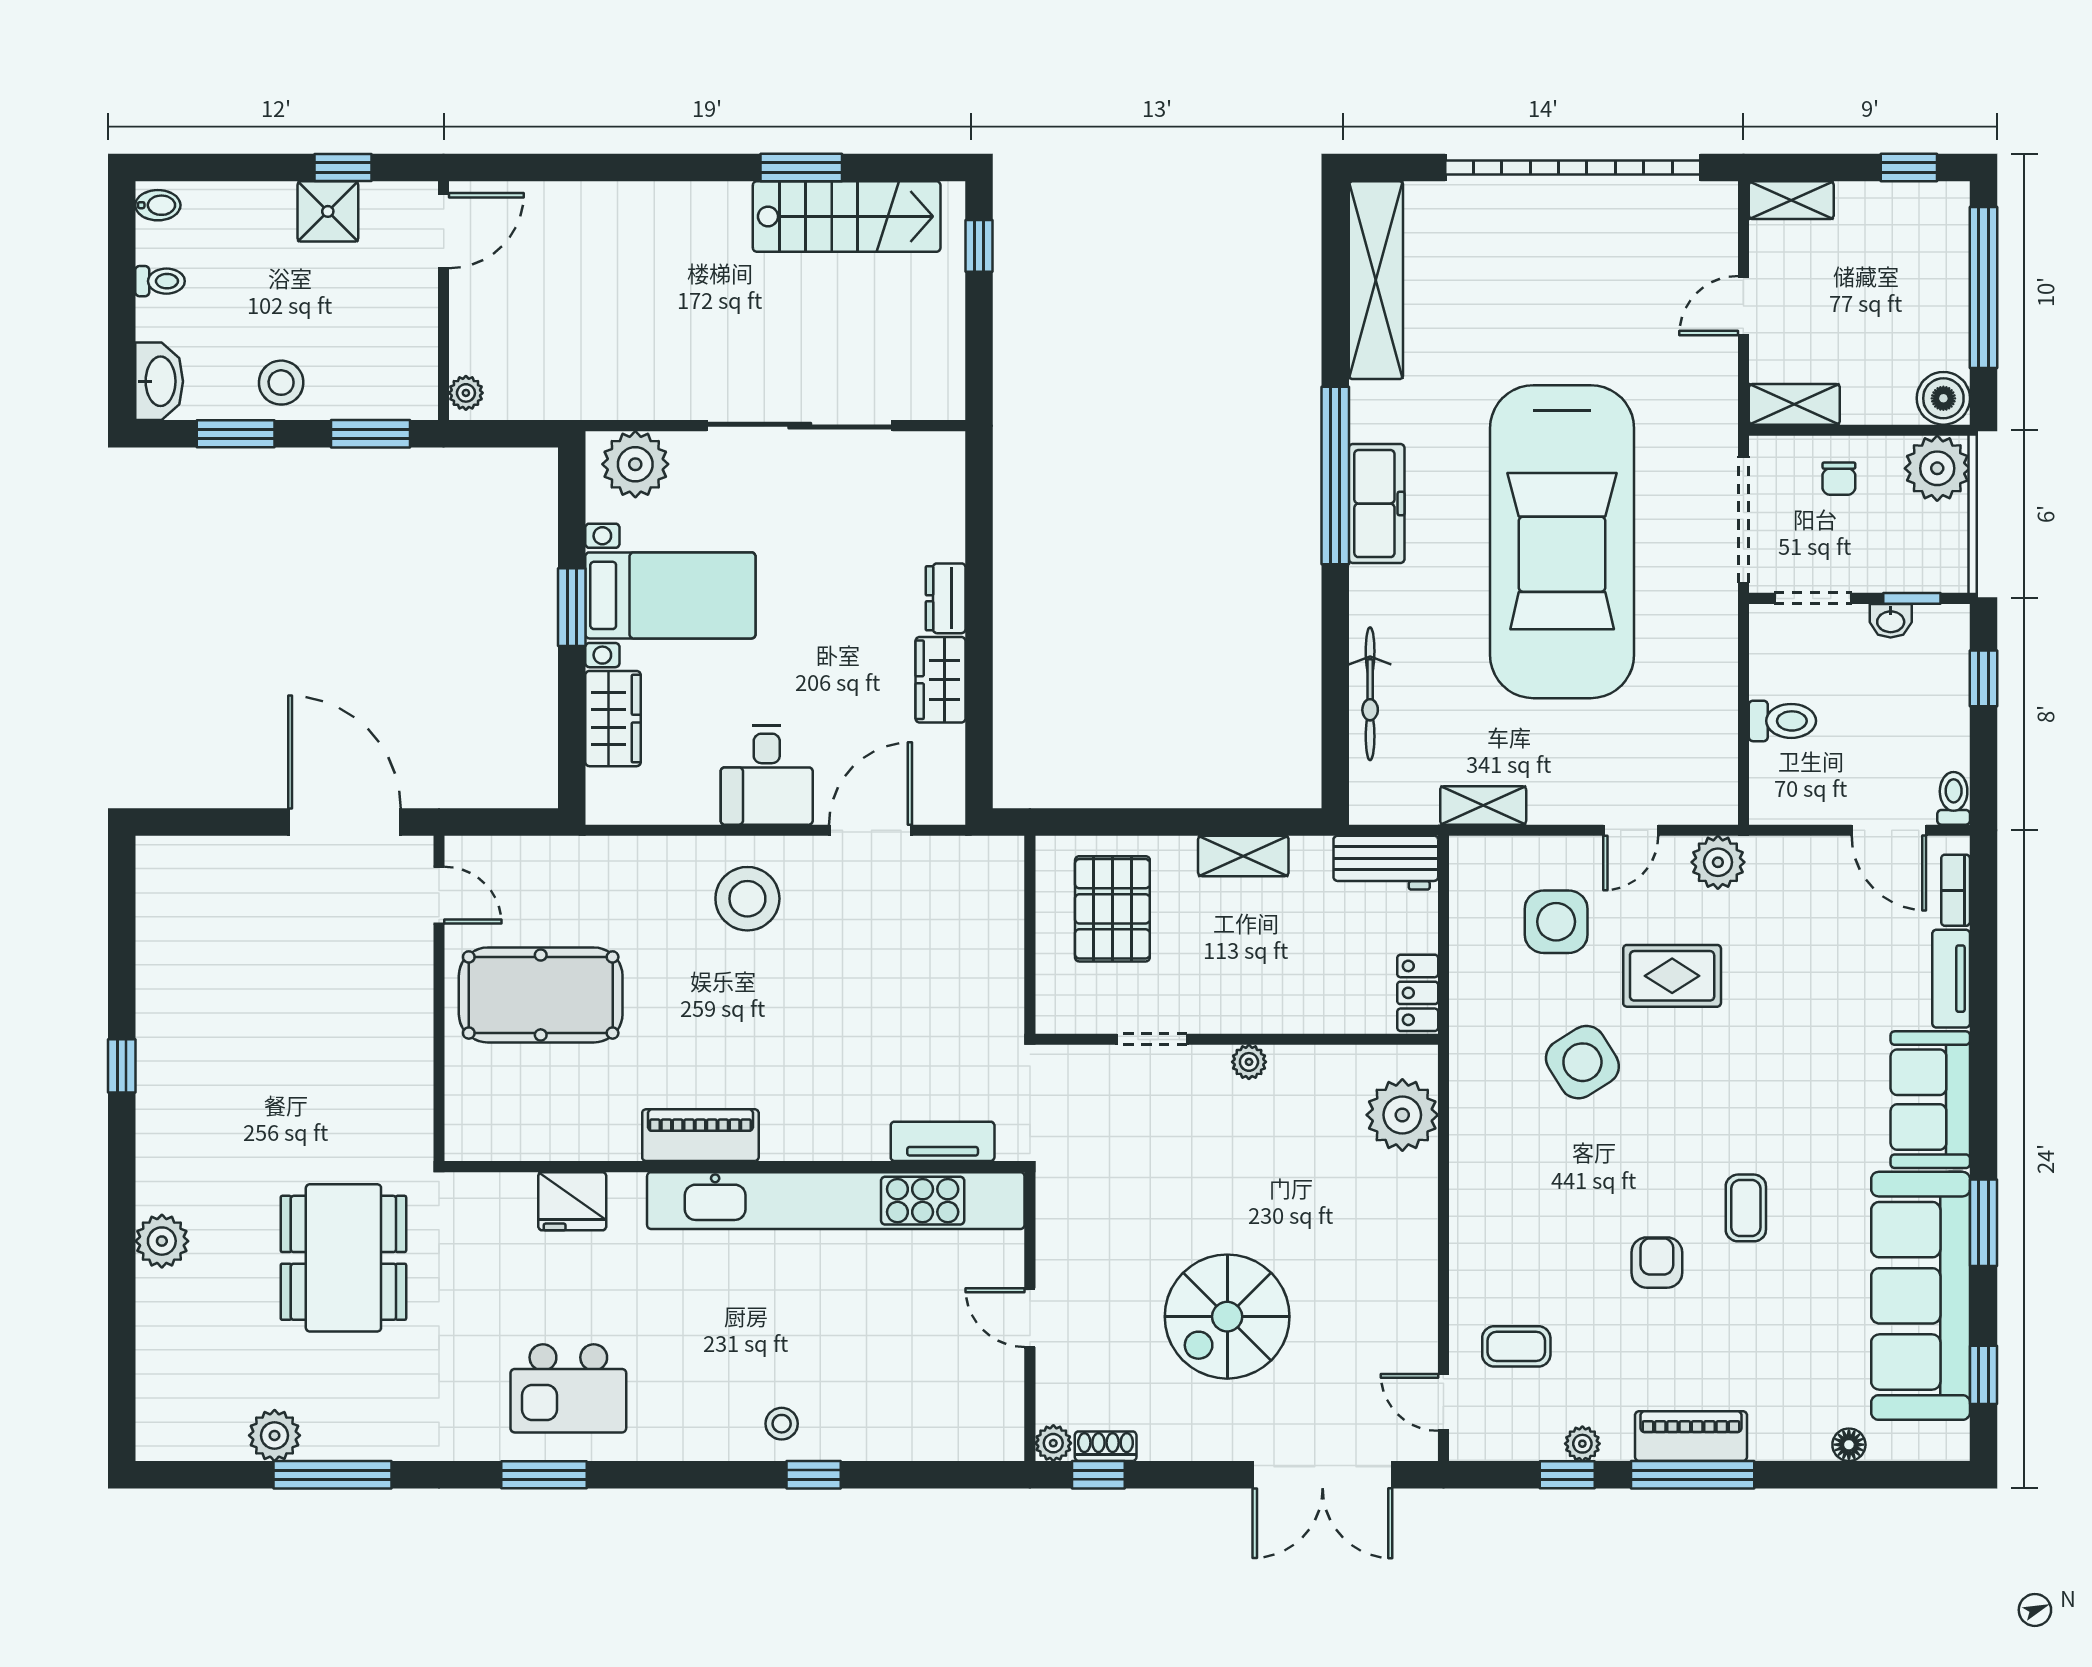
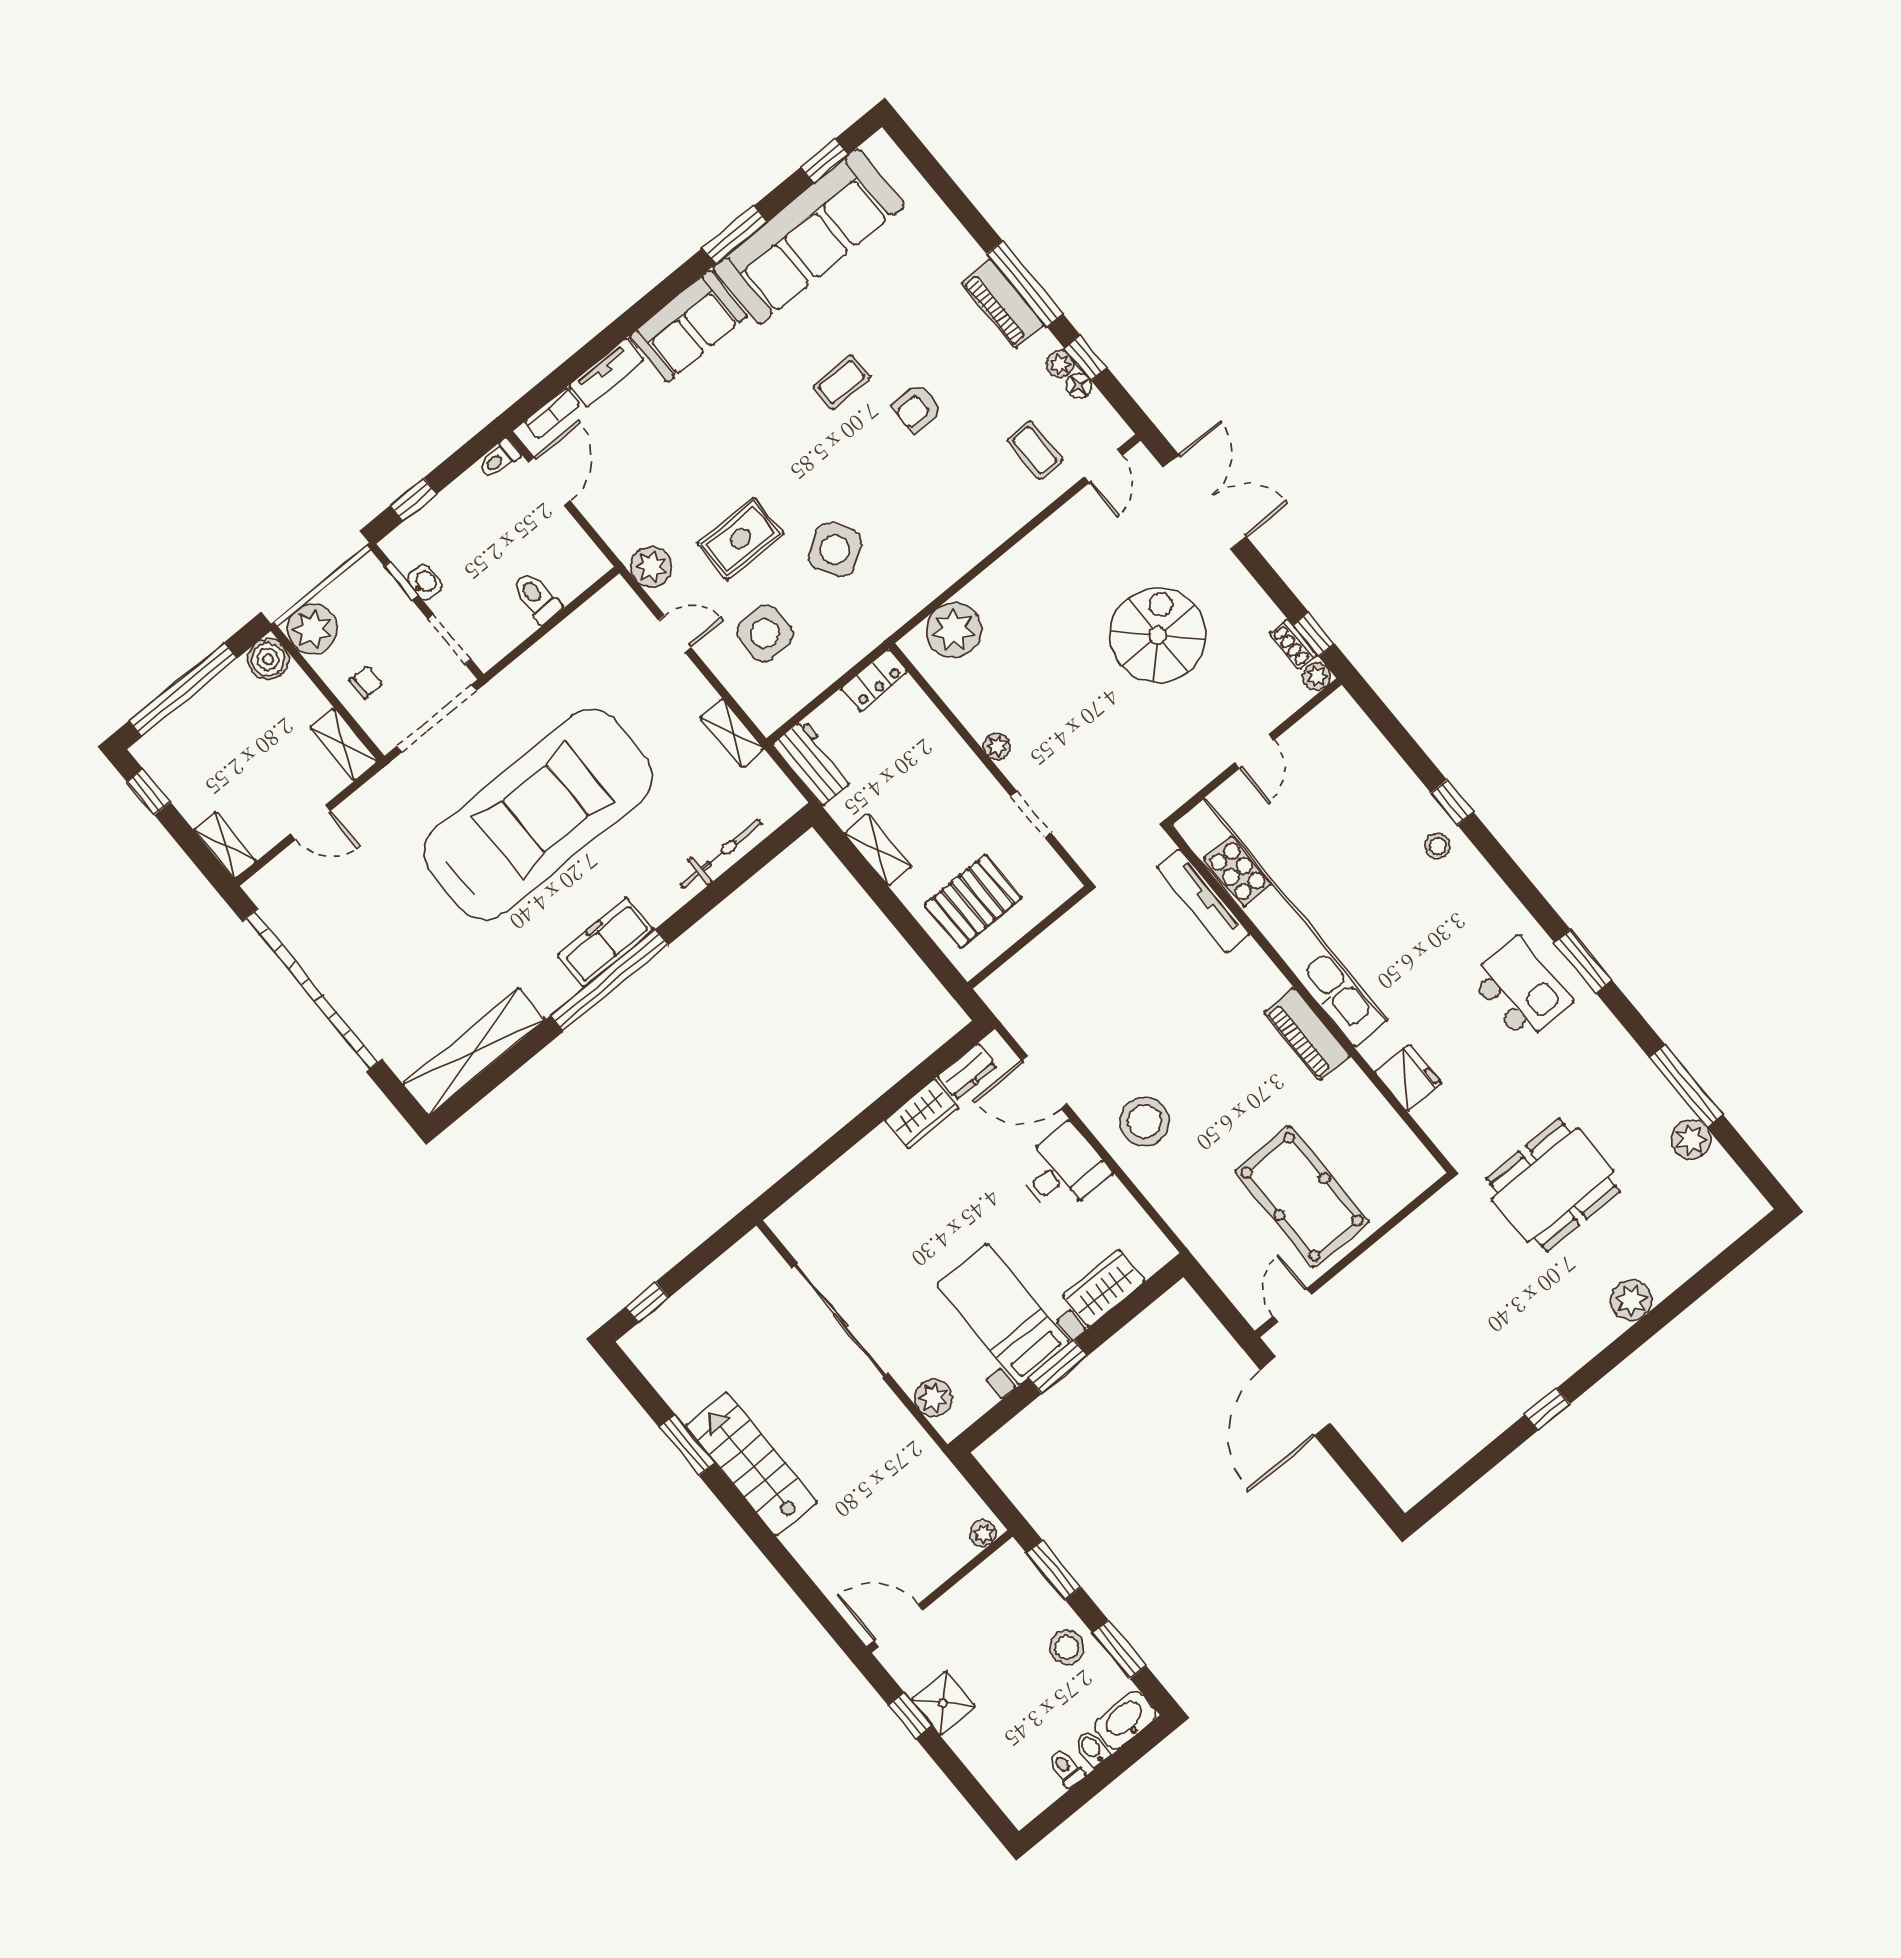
bidet: (158, 205) -> (1092, 1749), moved
stairs: (847, 216) -> (751, 1464), moved
plant: (635, 464) -> (933, 1398), width x0.73, depth x0.73
dresser: (946, 598) -> (967, 1071), moved
rug: (1672, 976) -> (741, 539), turned 90
tv unit: (943, 1141) -> (1203, 901), width x1.41
spiral stairs: (1227, 1317) -> (1158, 635), turned -90
floor lamp: (1849, 1445) -> (1079, 386), moved

